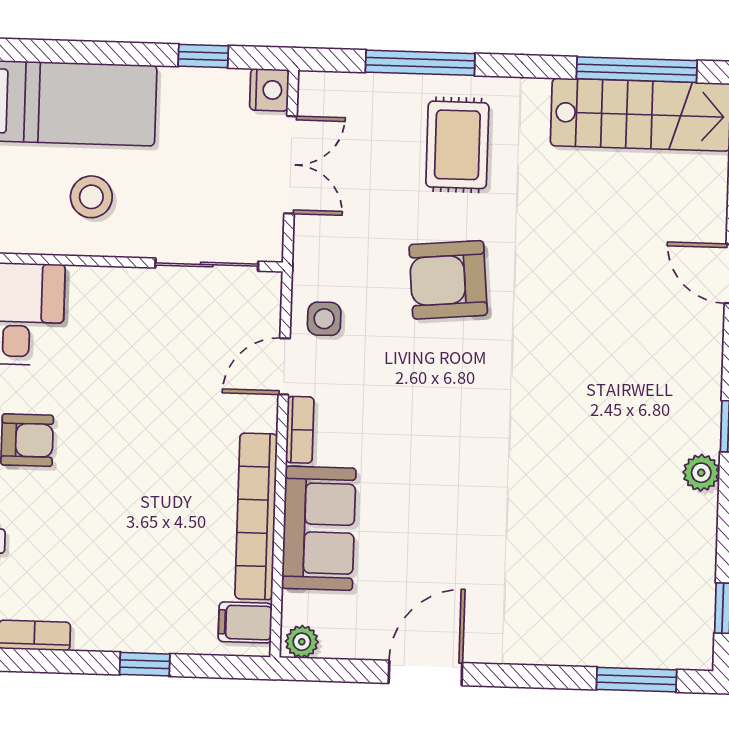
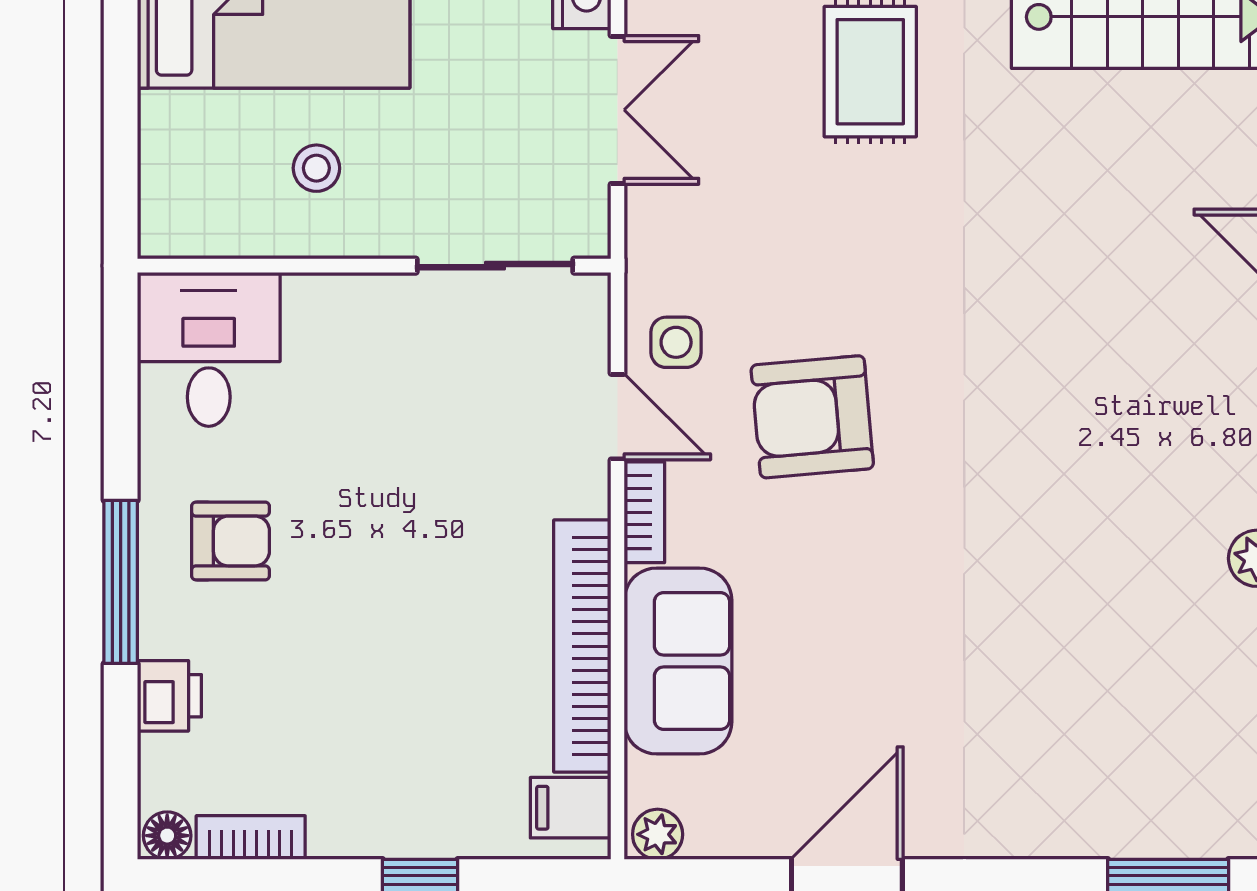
stool: (91, 197) -> (316, 168), width x0.73, depth x0.73
armchair: (448, 280) -> (812, 417), moved
door: (284, 366) -> (618, 417), swing flipped

